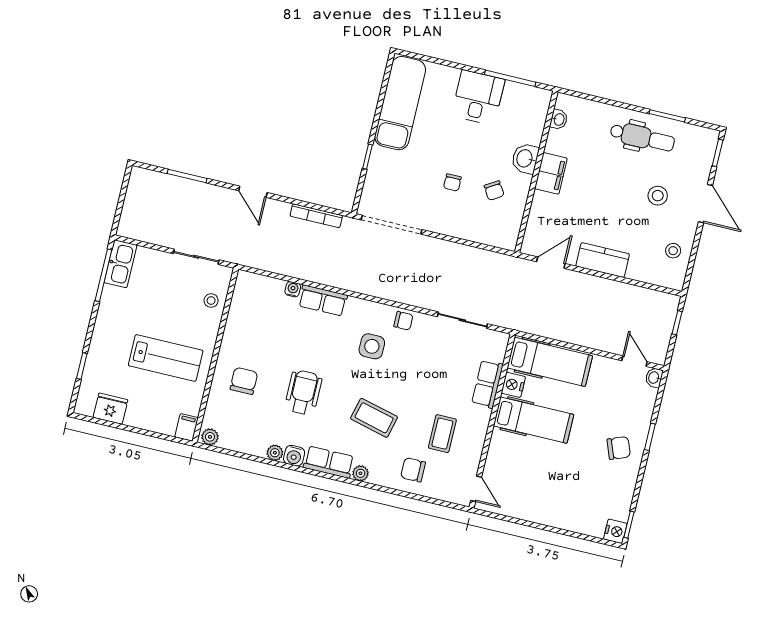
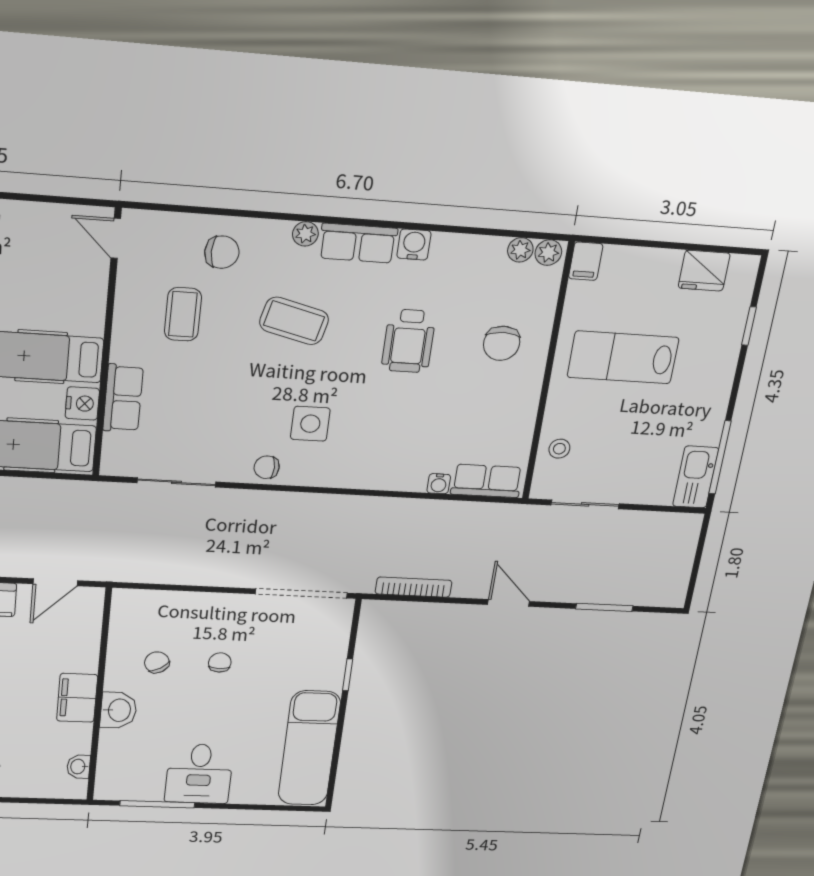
row of seats: (323, 300) -> (487, 481), moved
plant: (275, 453) -> (520, 250), moved

